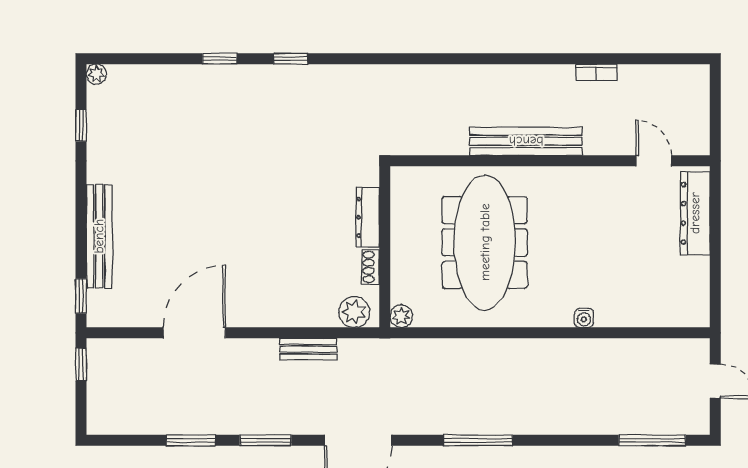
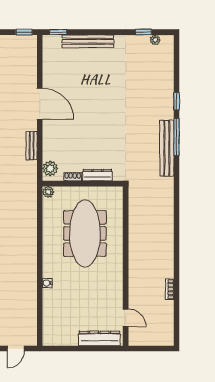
window: (291, 59) -> (177, 137), width x2.17
plant: (96, 74) -> (155, 40), moved
bench: (526, 141) -> (167, 148), moved
door: (654, 161) -> (126, 318), hinge flipped
meeting table: (485, 242) -> (85, 233), turned 90
door: (194, 333) -> (40, 104), moved

